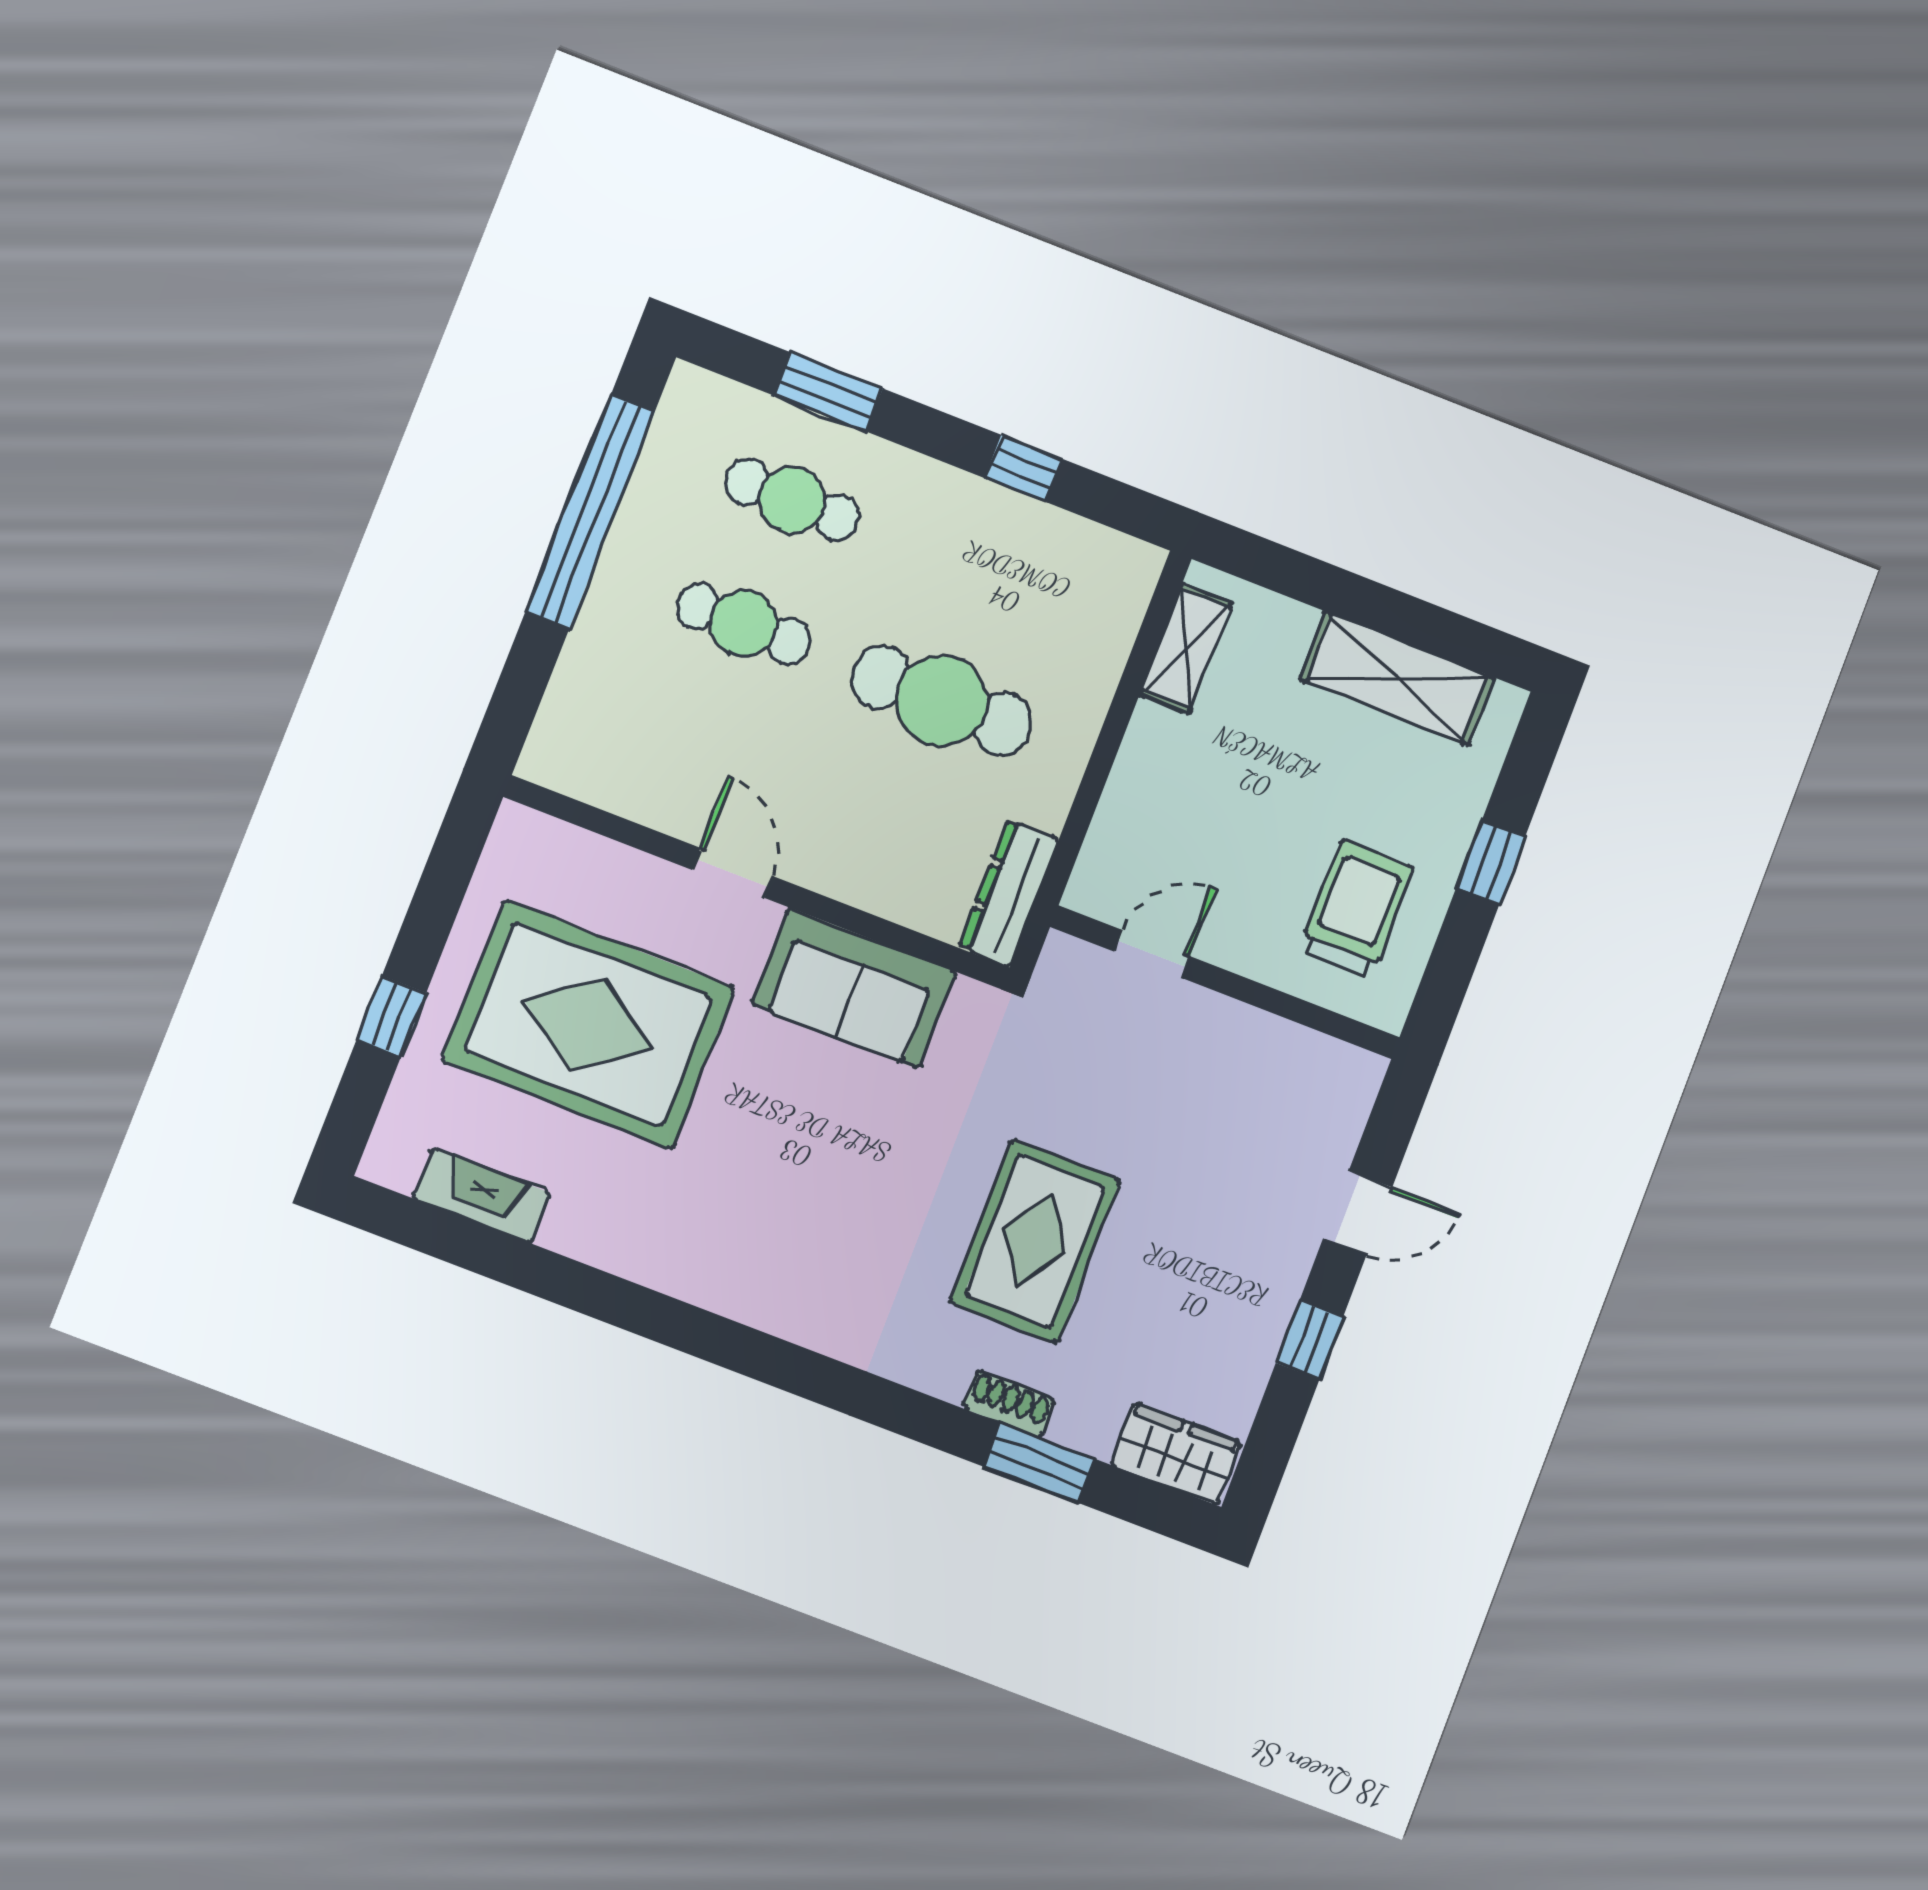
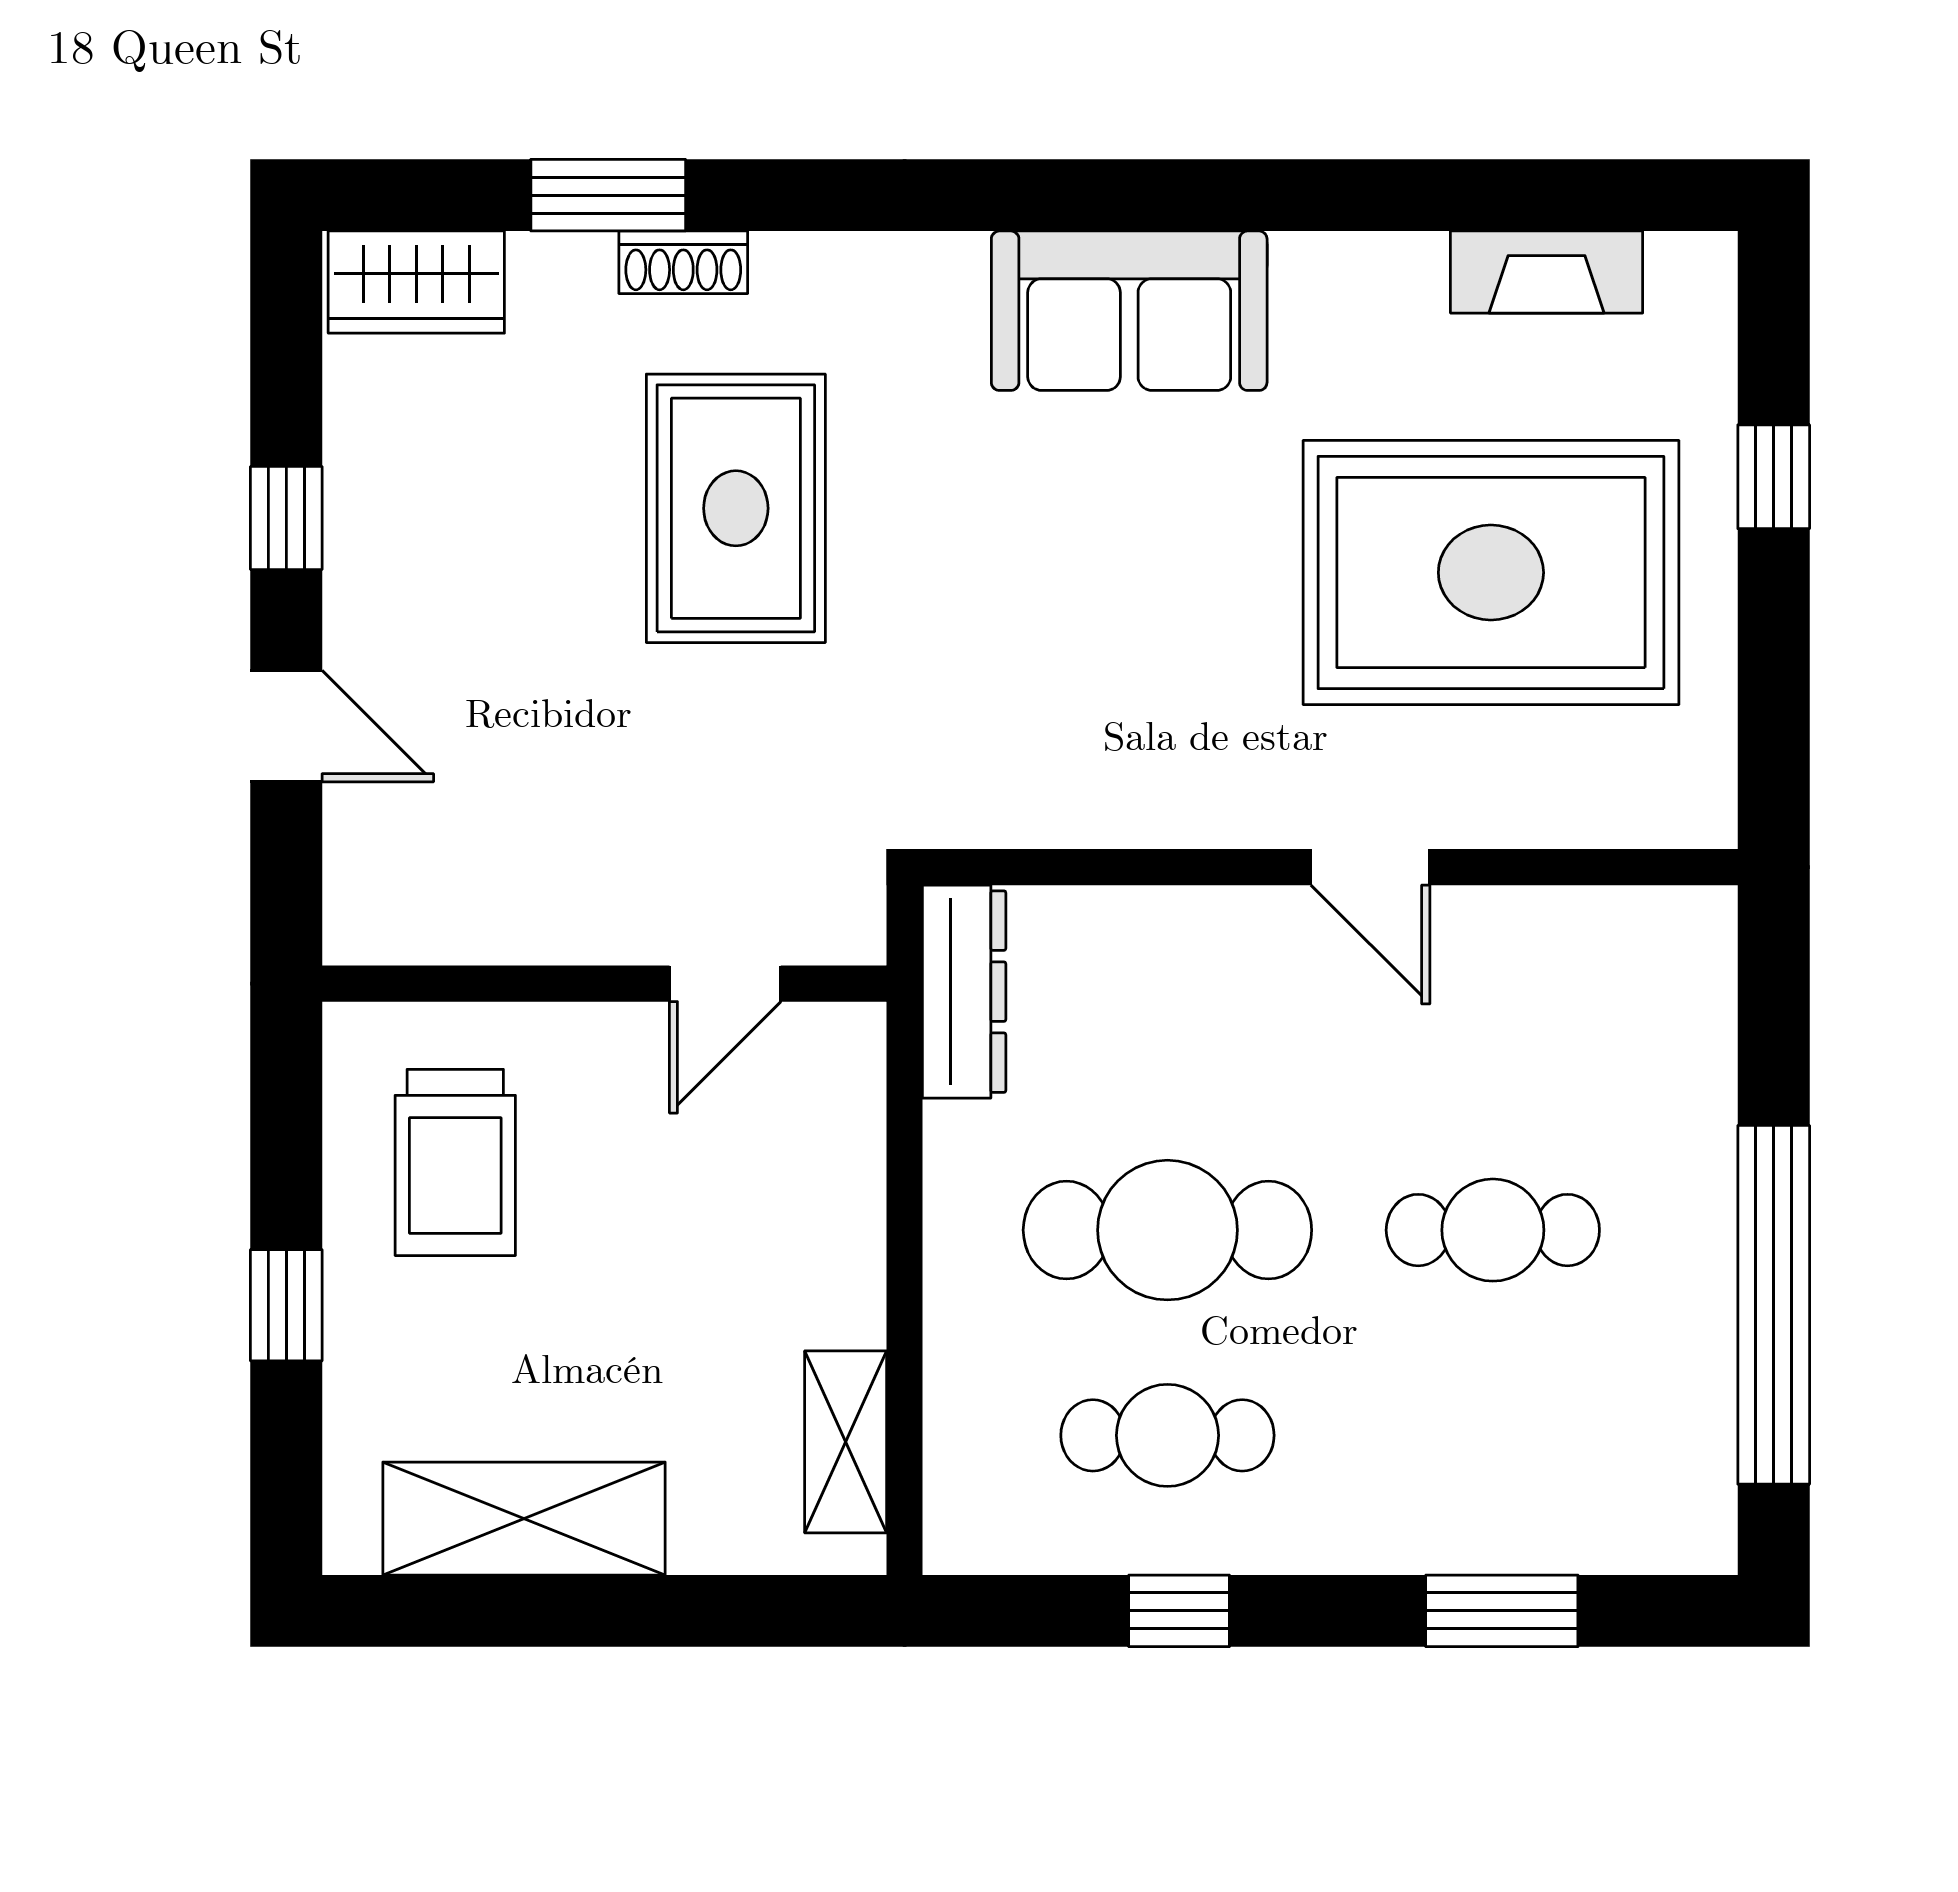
cafe table: (792, 500) -> (1167, 1435), moved
sofa: (854, 988) -> (1129, 311), moved, turned 180
door: (1358, 1213) -> (286, 726), swing flipped

